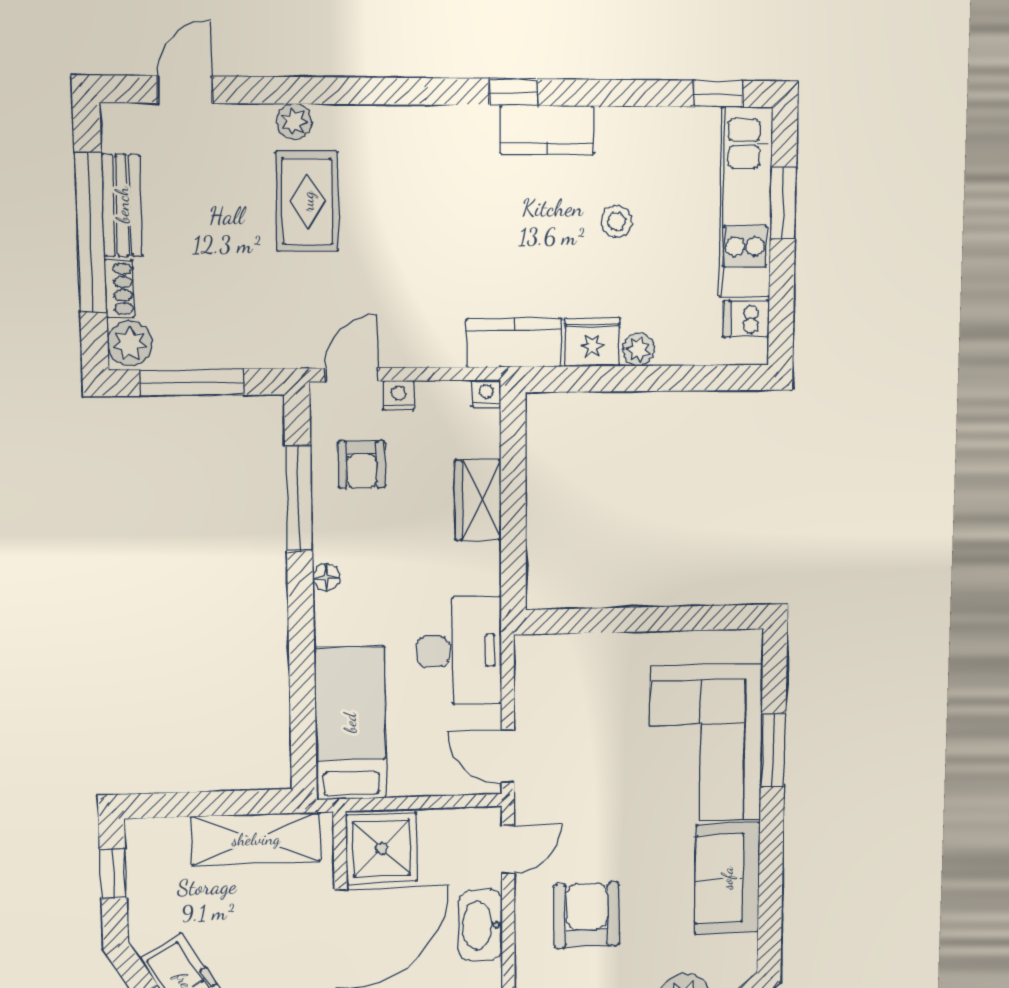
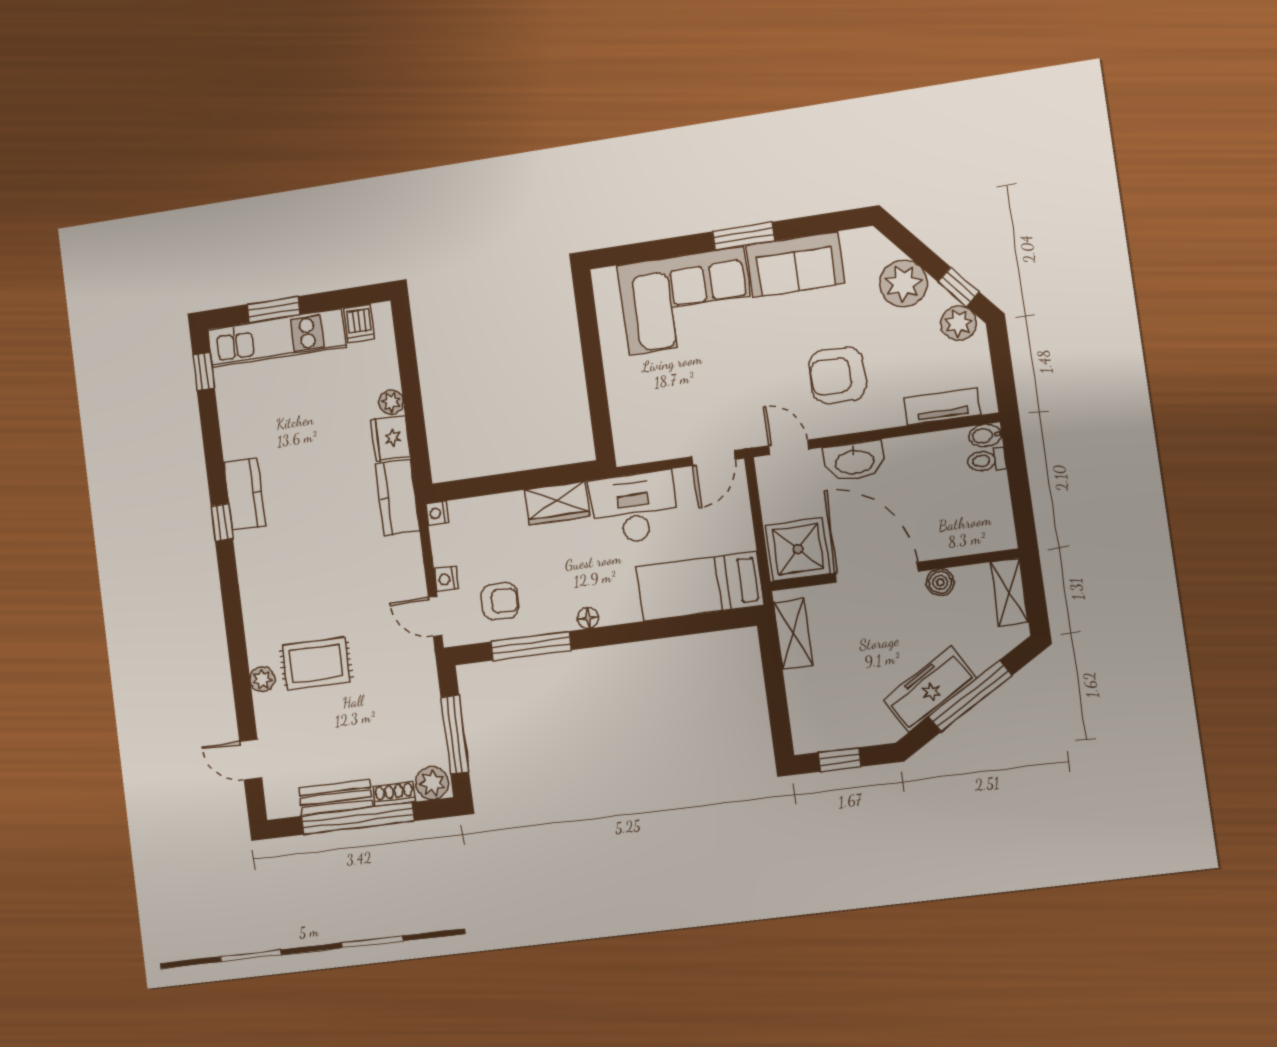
stool: (617, 221) -> (302, 433), removed
wardrobe: (478, 500) -> (557, 503), moved
window: (773, 750) -> (744, 236), moved
shelving: (256, 839) -> (793, 634), width x0.67, depth x0.75

